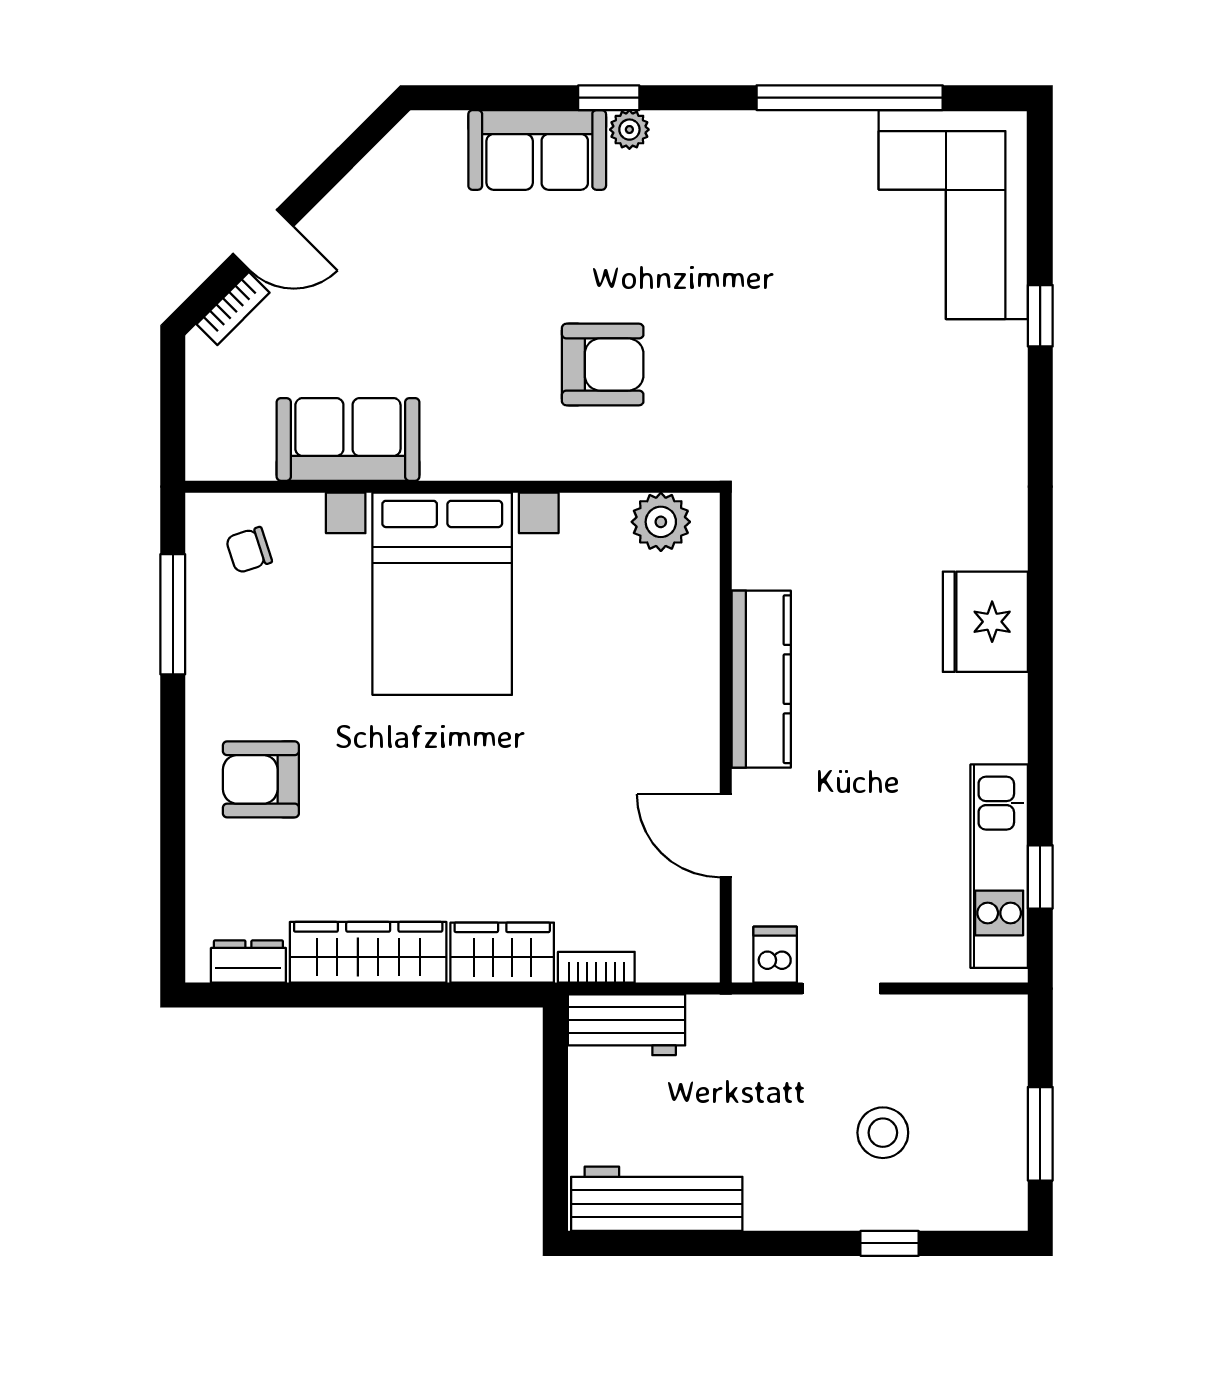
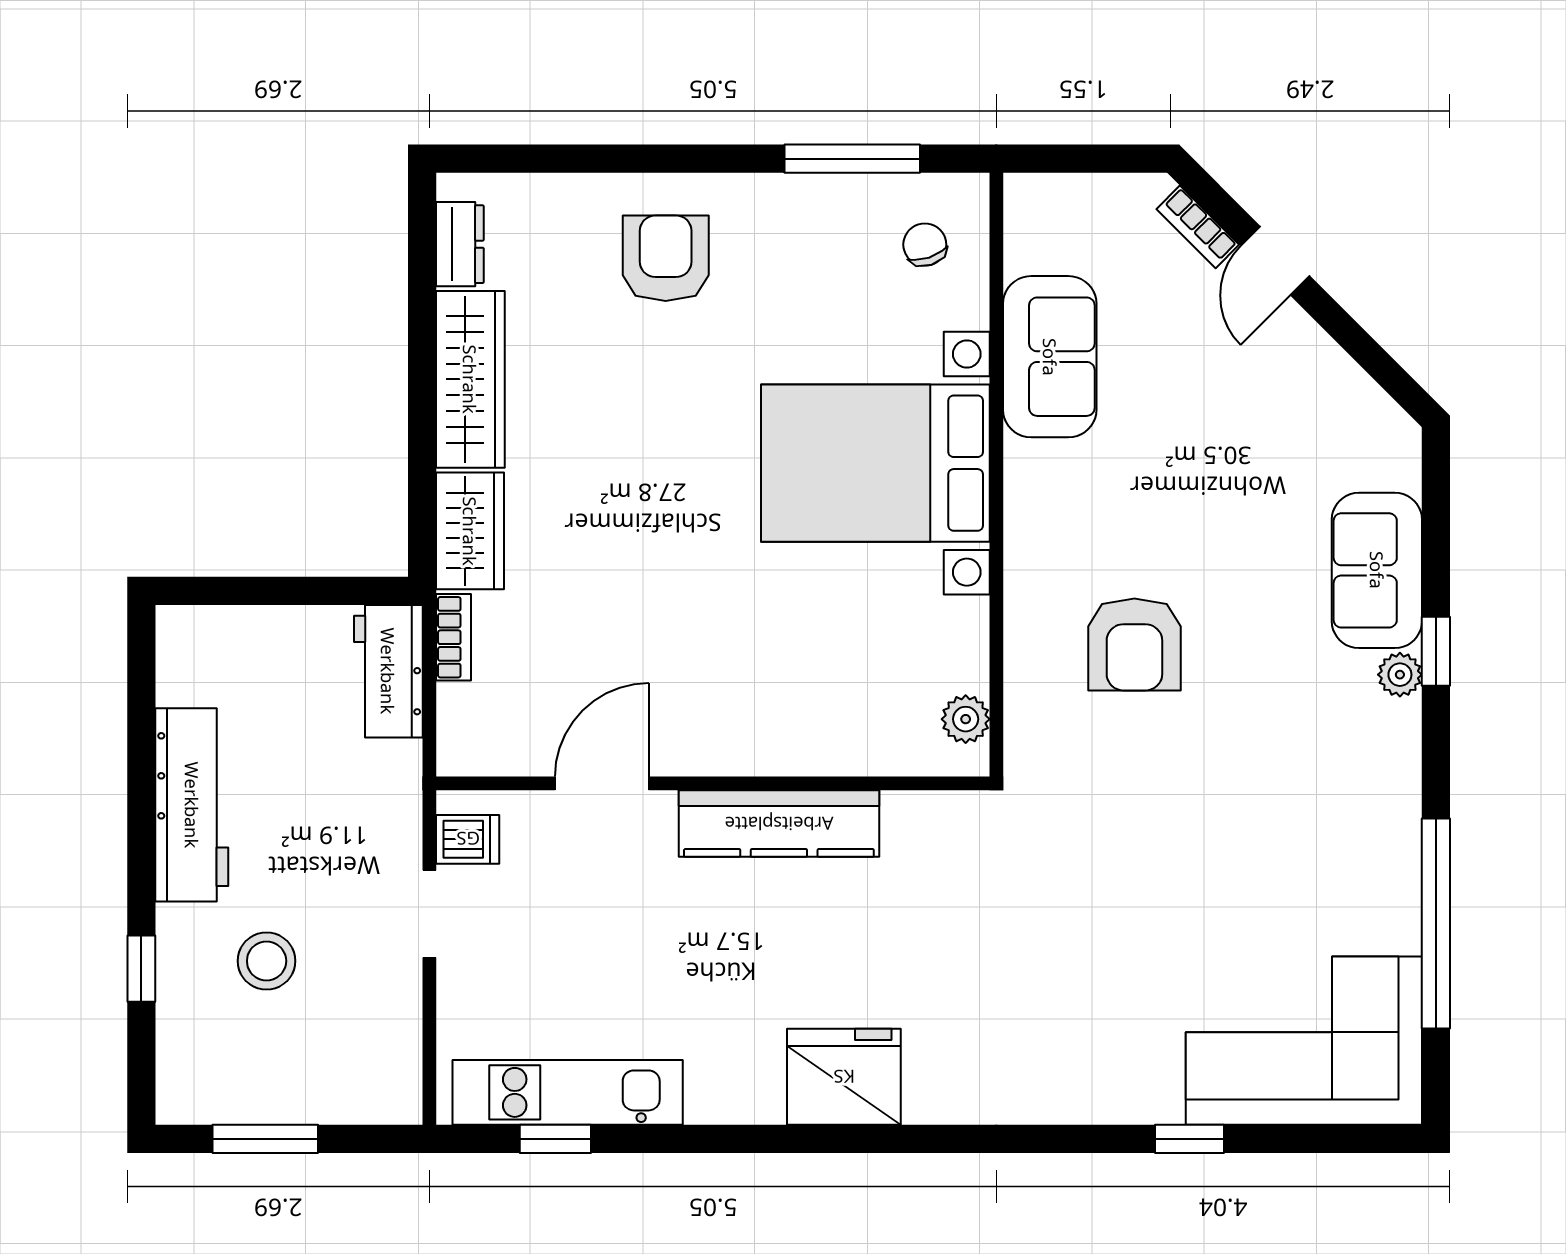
plant: (661, 522) -> (966, 719), width x0.73, depth x0.73
workbench: (657, 1199) -> (192, 805), moved

